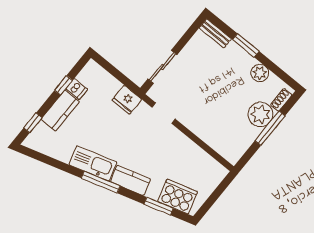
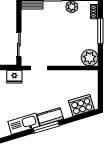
plant: (260, 114) -> (90, 58), moved
window: (101, 182) -> (46, 127), moved
window: (159, 206) -> (76, 118), removed

